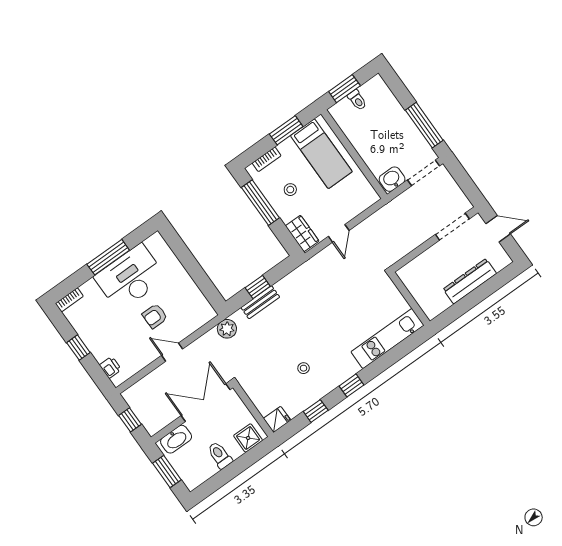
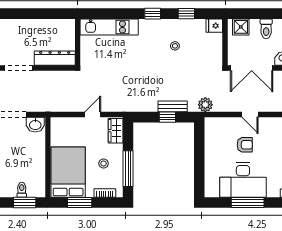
bed: (321, 154) -> (68, 172), width x1.50
dresser: (470, 281) -> (55, 58), moved, turned 180

